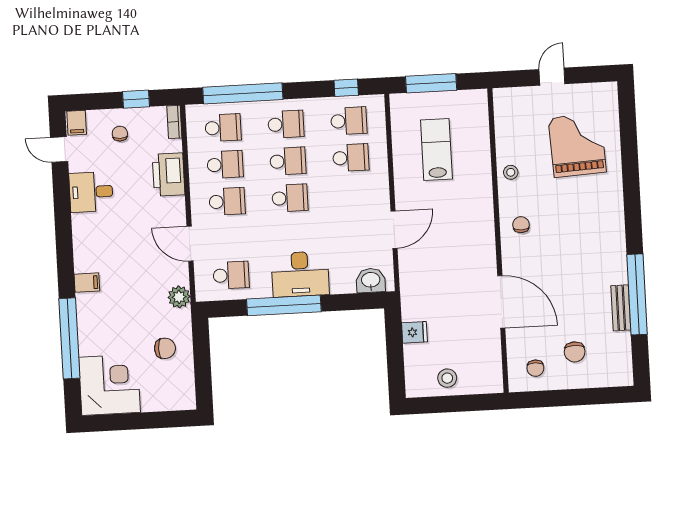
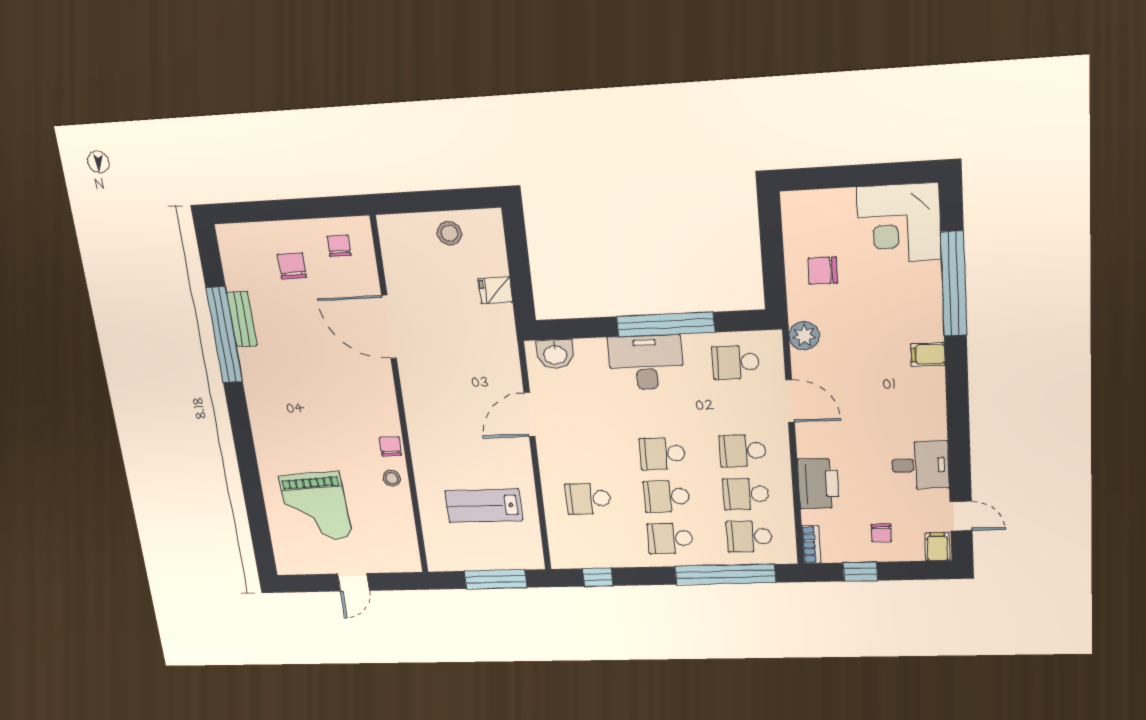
school desk: (349, 121) -> (593, 540), removed
lab bench: (436, 149) -> (484, 506), turned 90
chair: (521, 225) -> (390, 447), moved, turned 180

